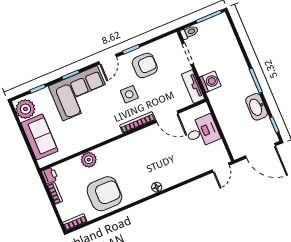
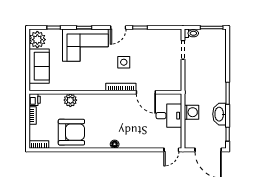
armchair: (145, 65) -> (145, 45), removed
washing machine: (210, 82) -> (192, 112), moved
tv unit: (193, 87) -> (176, 77), removed

